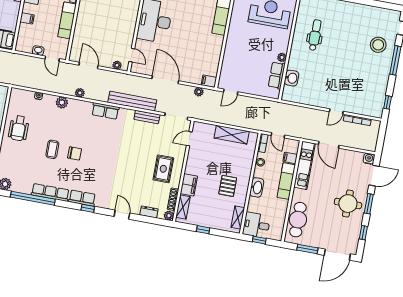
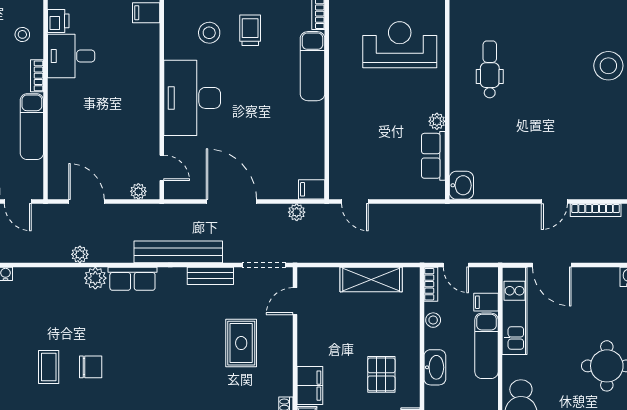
washbasin: (292, 78) -> (461, 185), moved
door: (231, 92) -> (355, 202), hinge flipped
plant: (62, 102) -> (95, 278), moved
rug: (163, 169) -> (241, 343), moved

